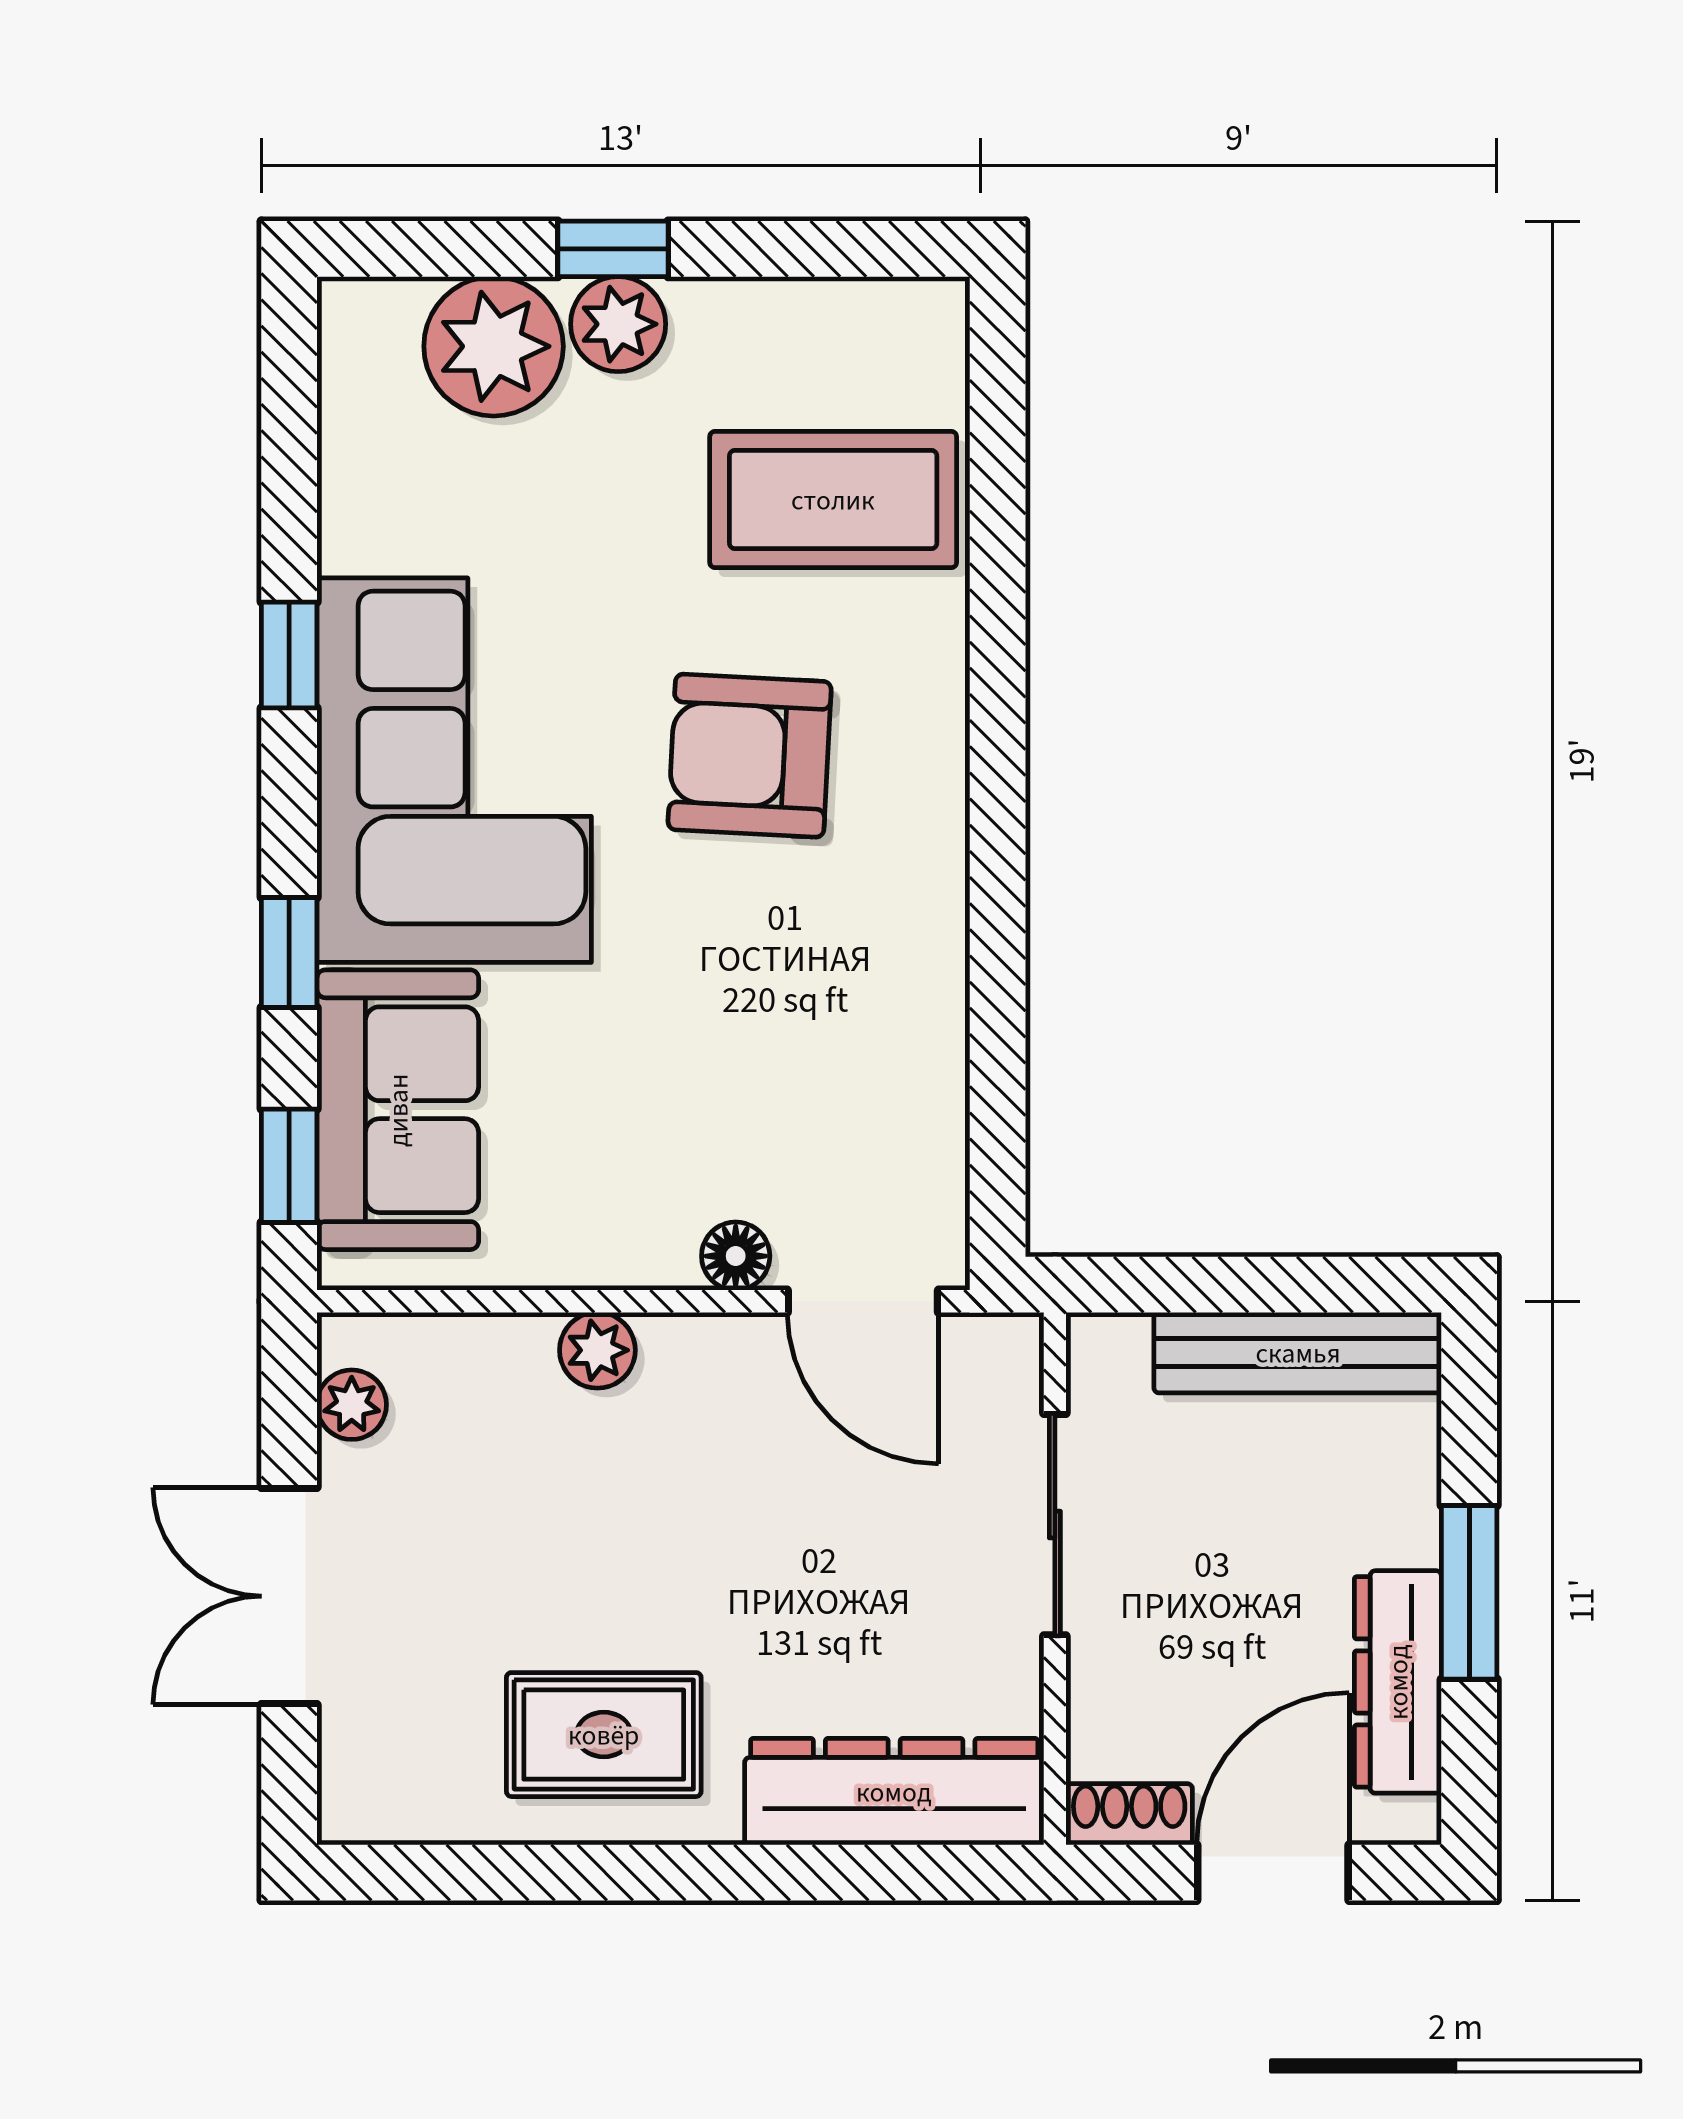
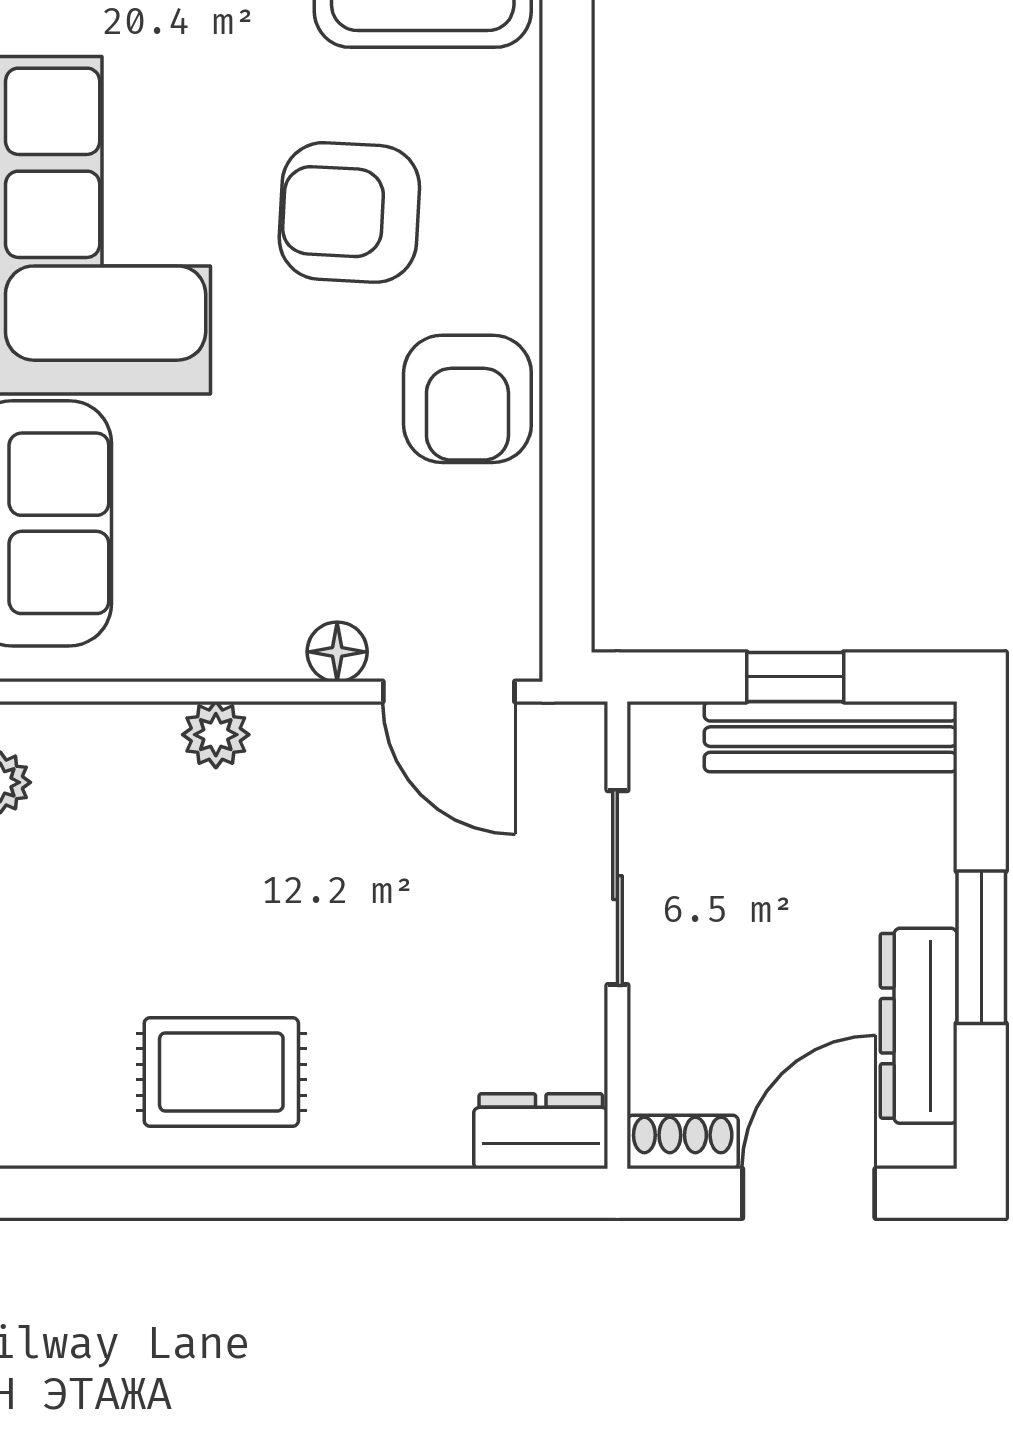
armchair: (884, 968) -> (467, 399), added
window: (1257, 1285) -> (795, 677), added
dresser: (894, 1792) -> (541, 1131), width x0.51, depth x0.80

